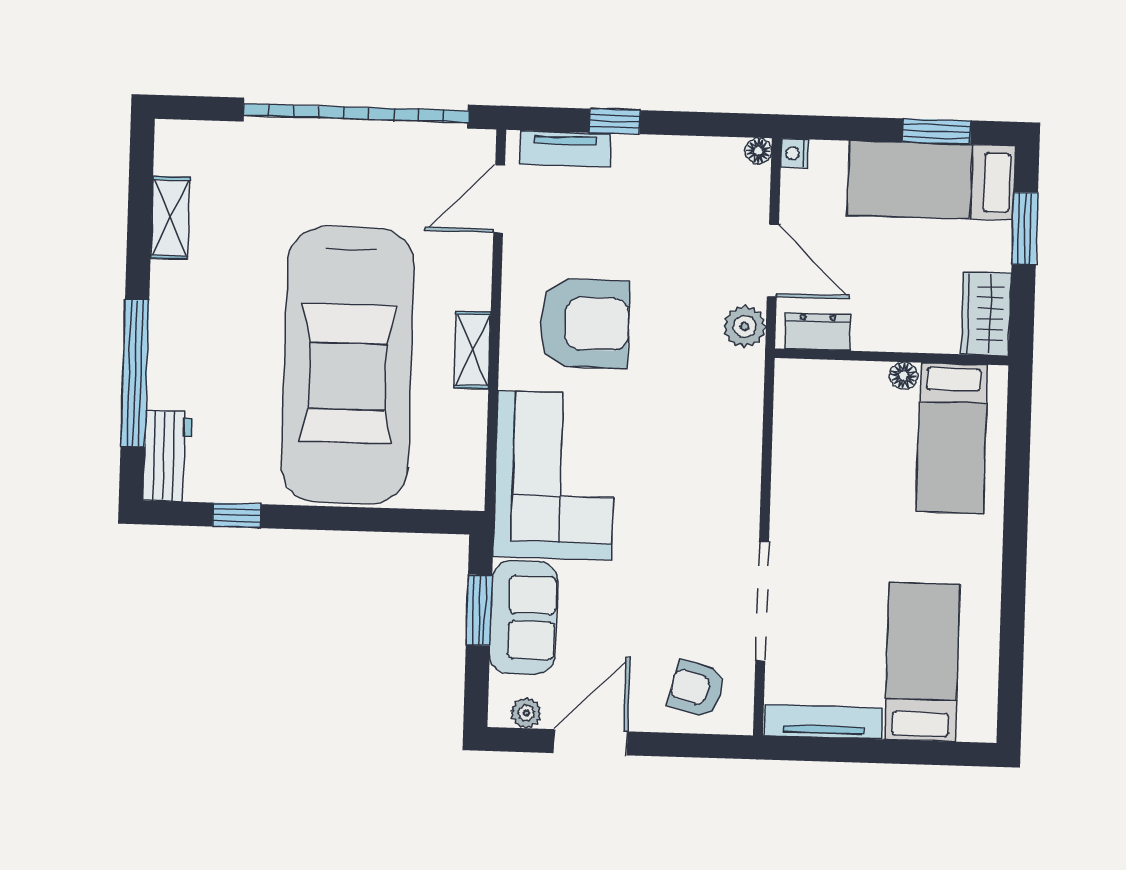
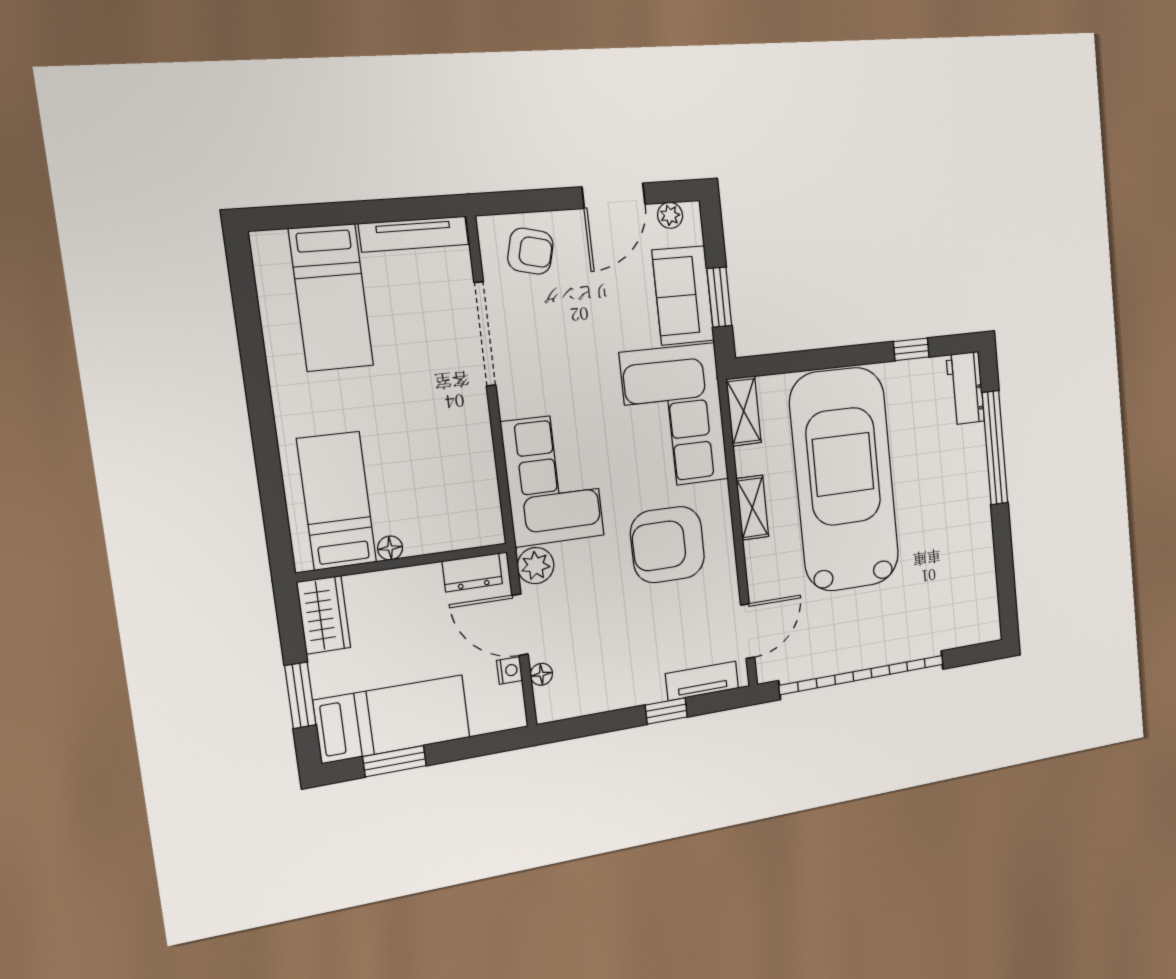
floor lamp: (758, 151) -> (541, 674), moved
nightstand: (795, 153) -> (510, 670), moved
shelving: (170, 218) -> (744, 411), moved
corner sofa: (710, 424) -> (553, 479), added

